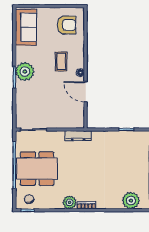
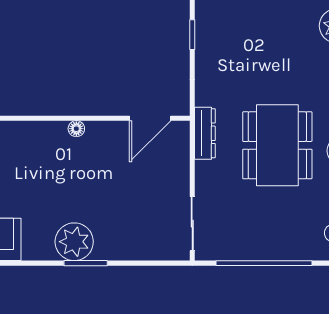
coffee table: (61, 62) -> (54, 168), removed
door: (86, 92) -> (150, 118), moved
dining table: (37, 169) -> (277, 145), moved

